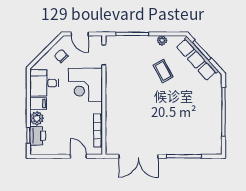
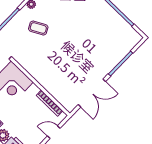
coffee table: (163, 71) -> (38, 28), moved

